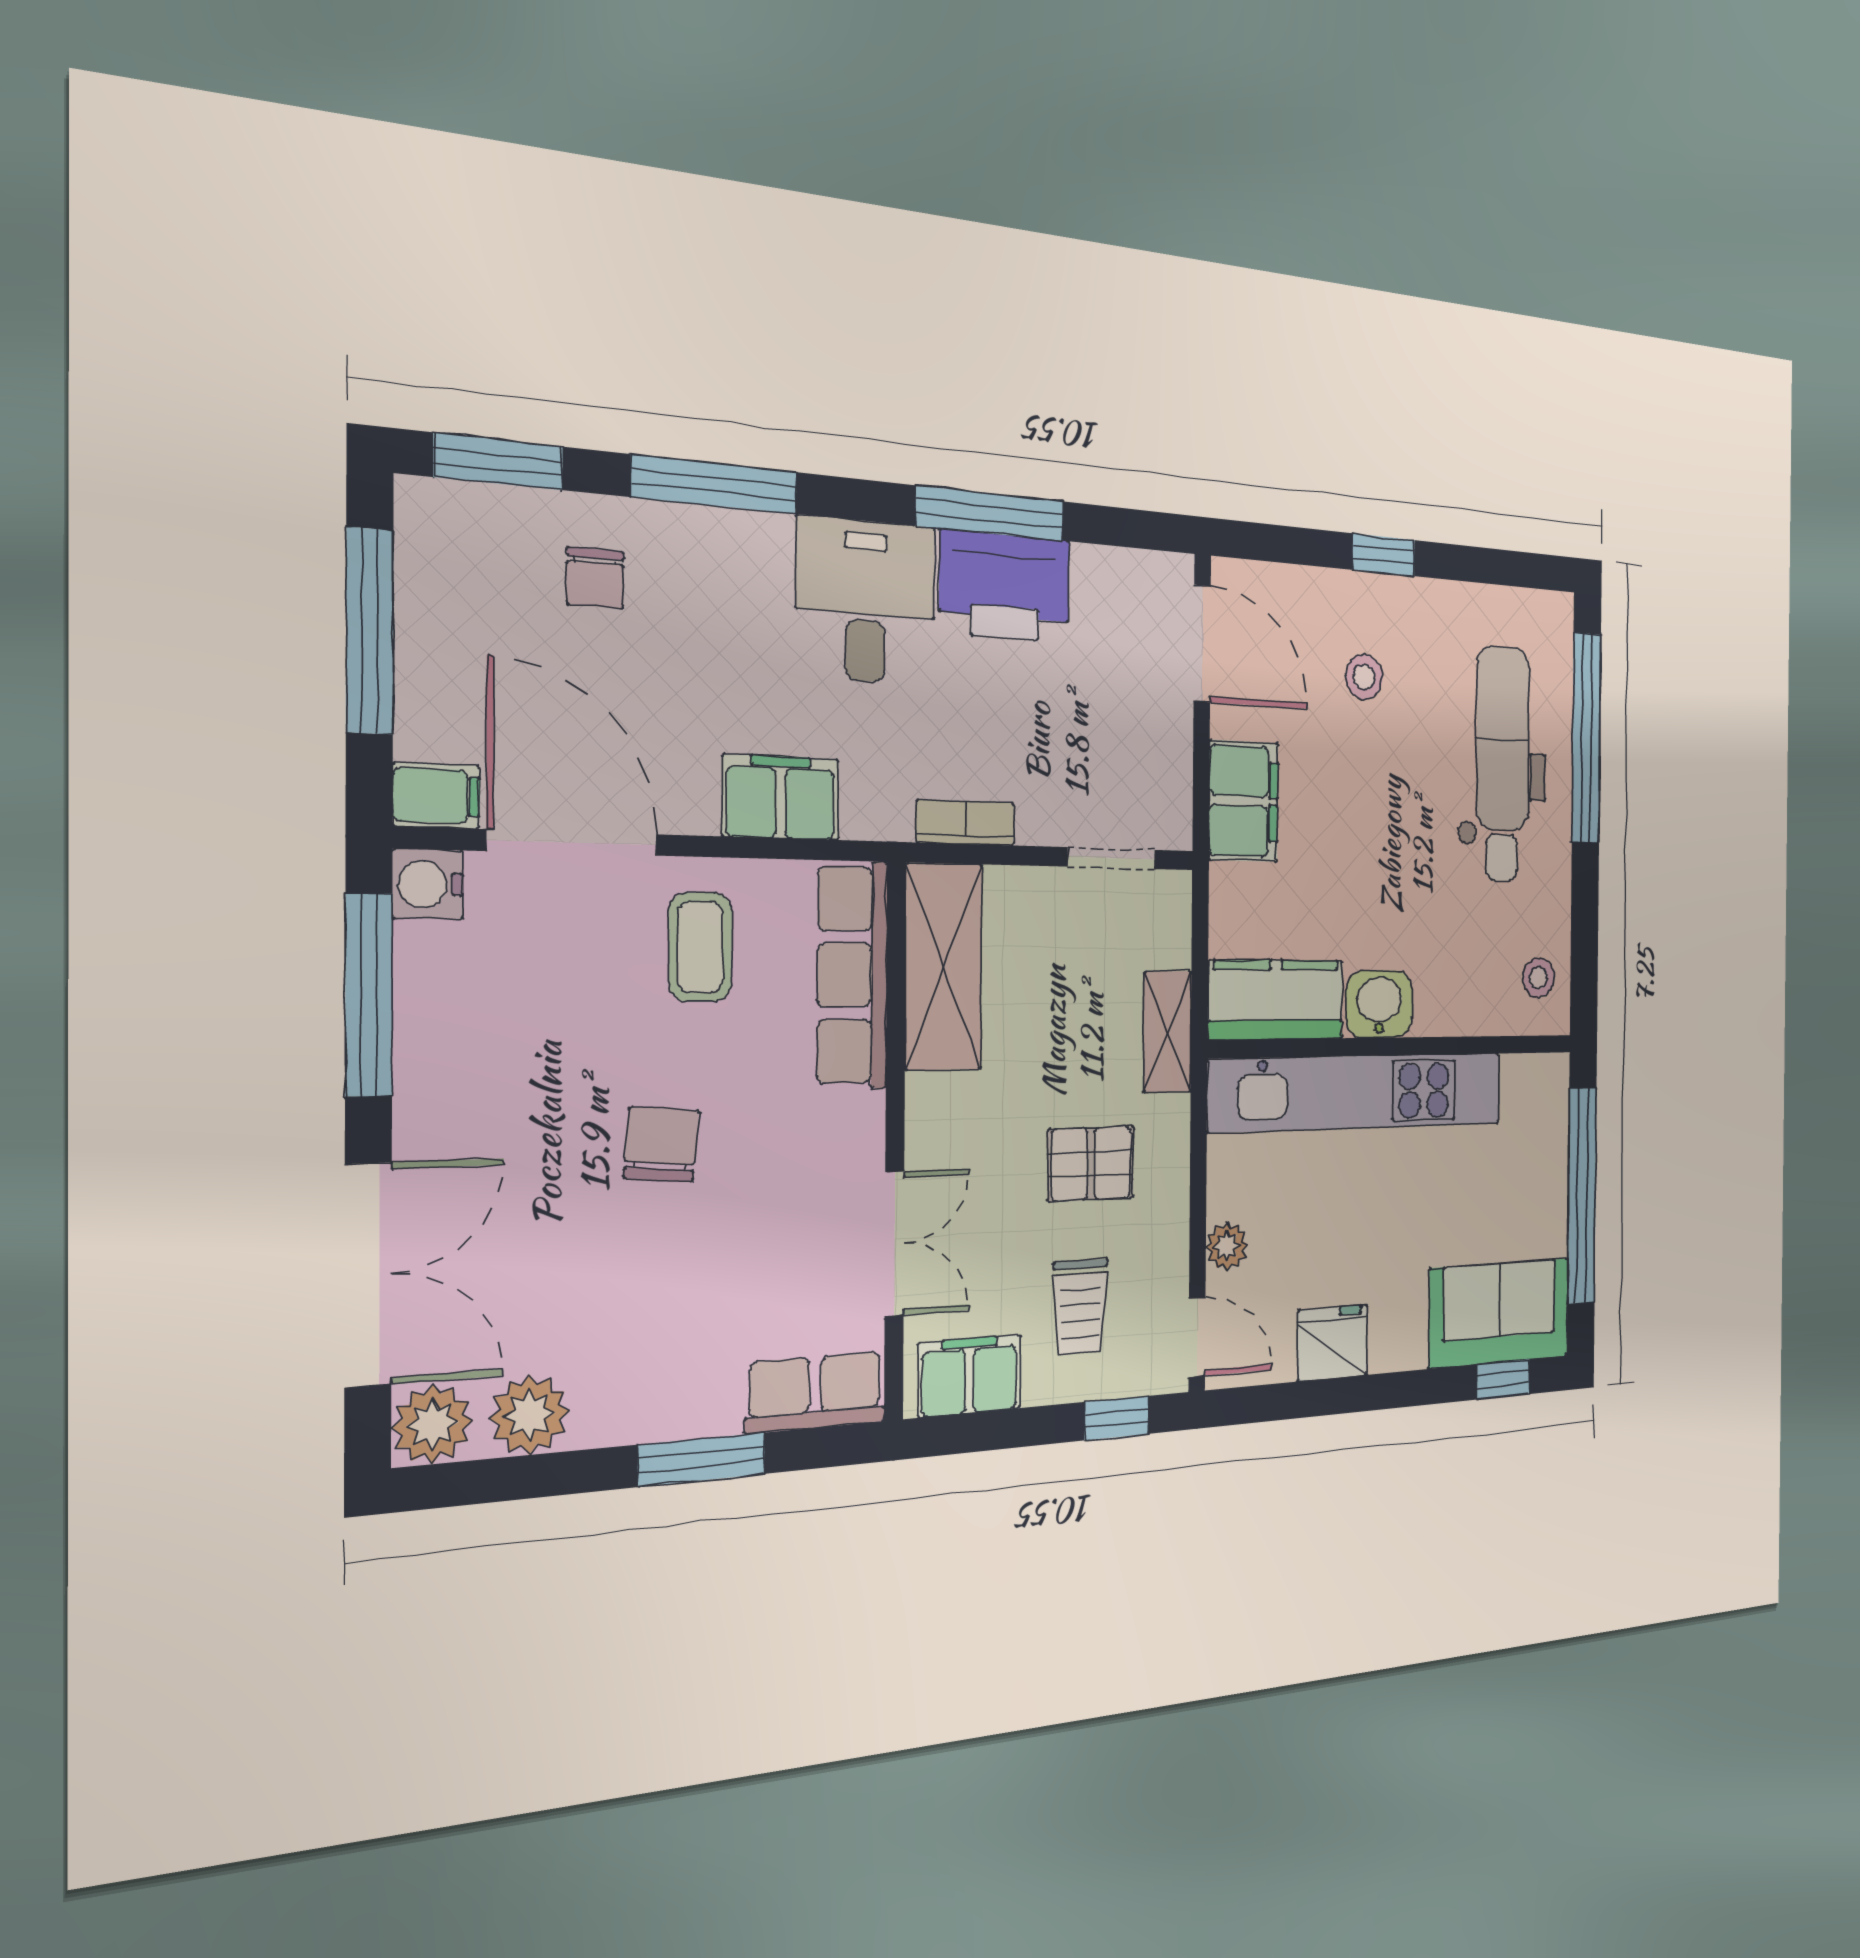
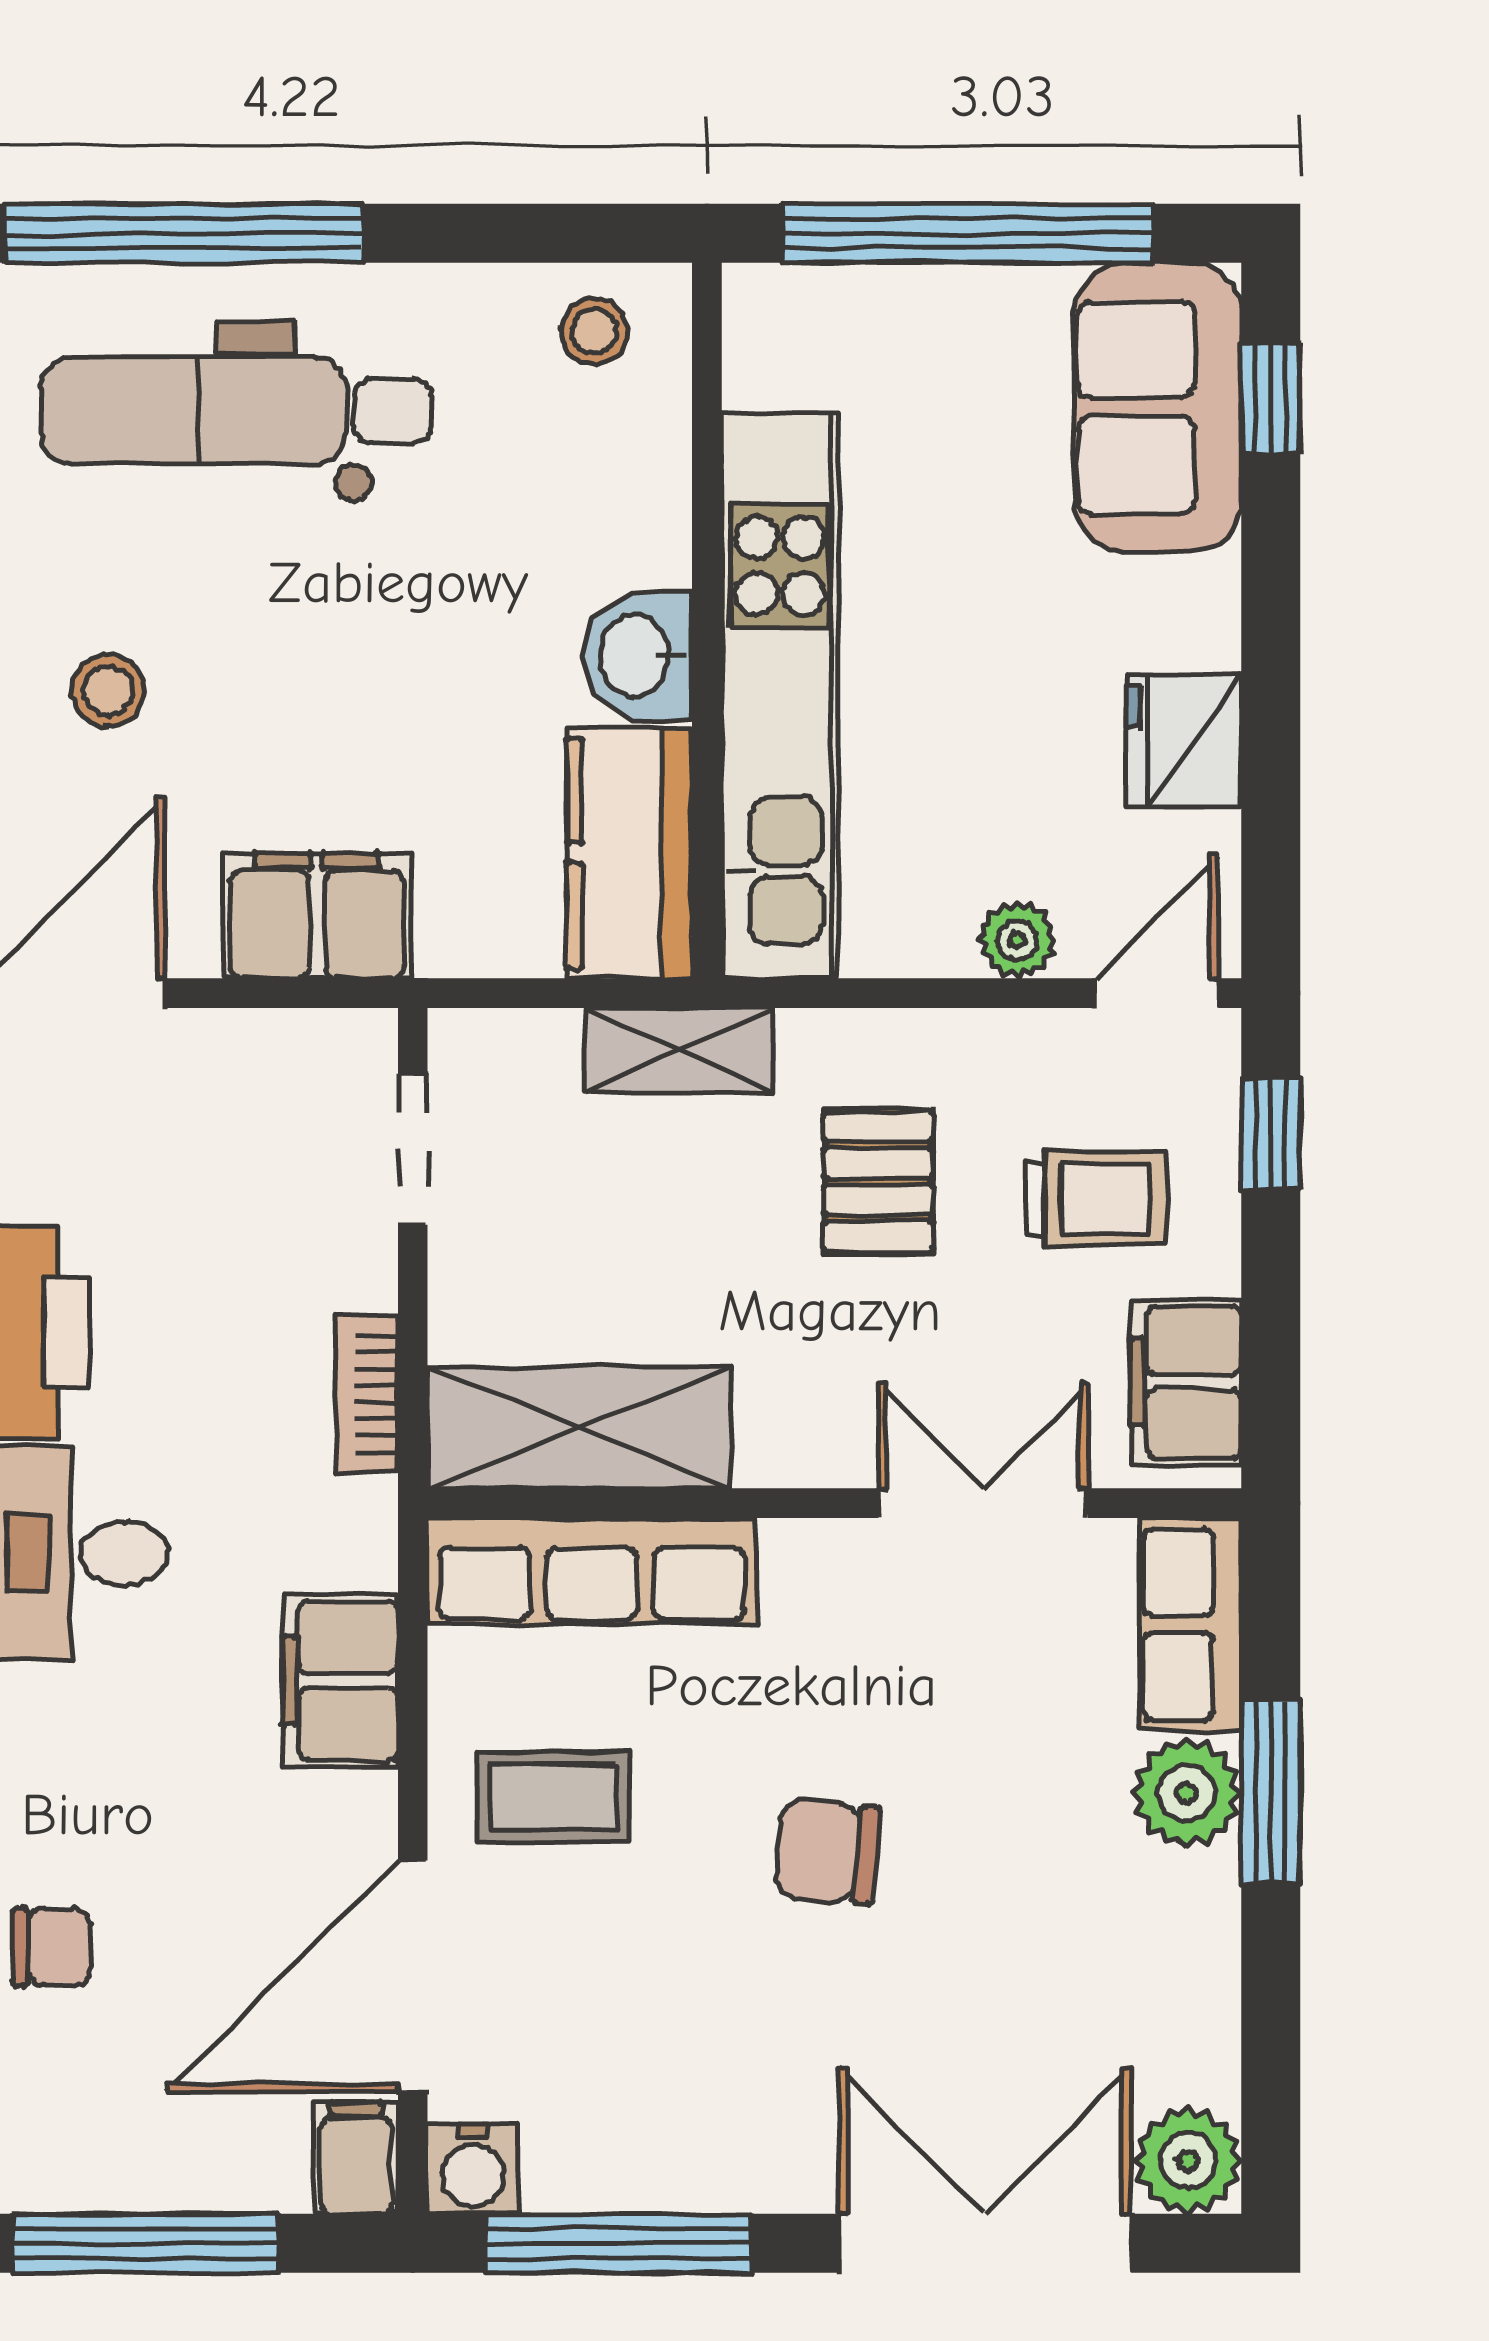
plant: (529, 1415) -> (1187, 1793), moved

